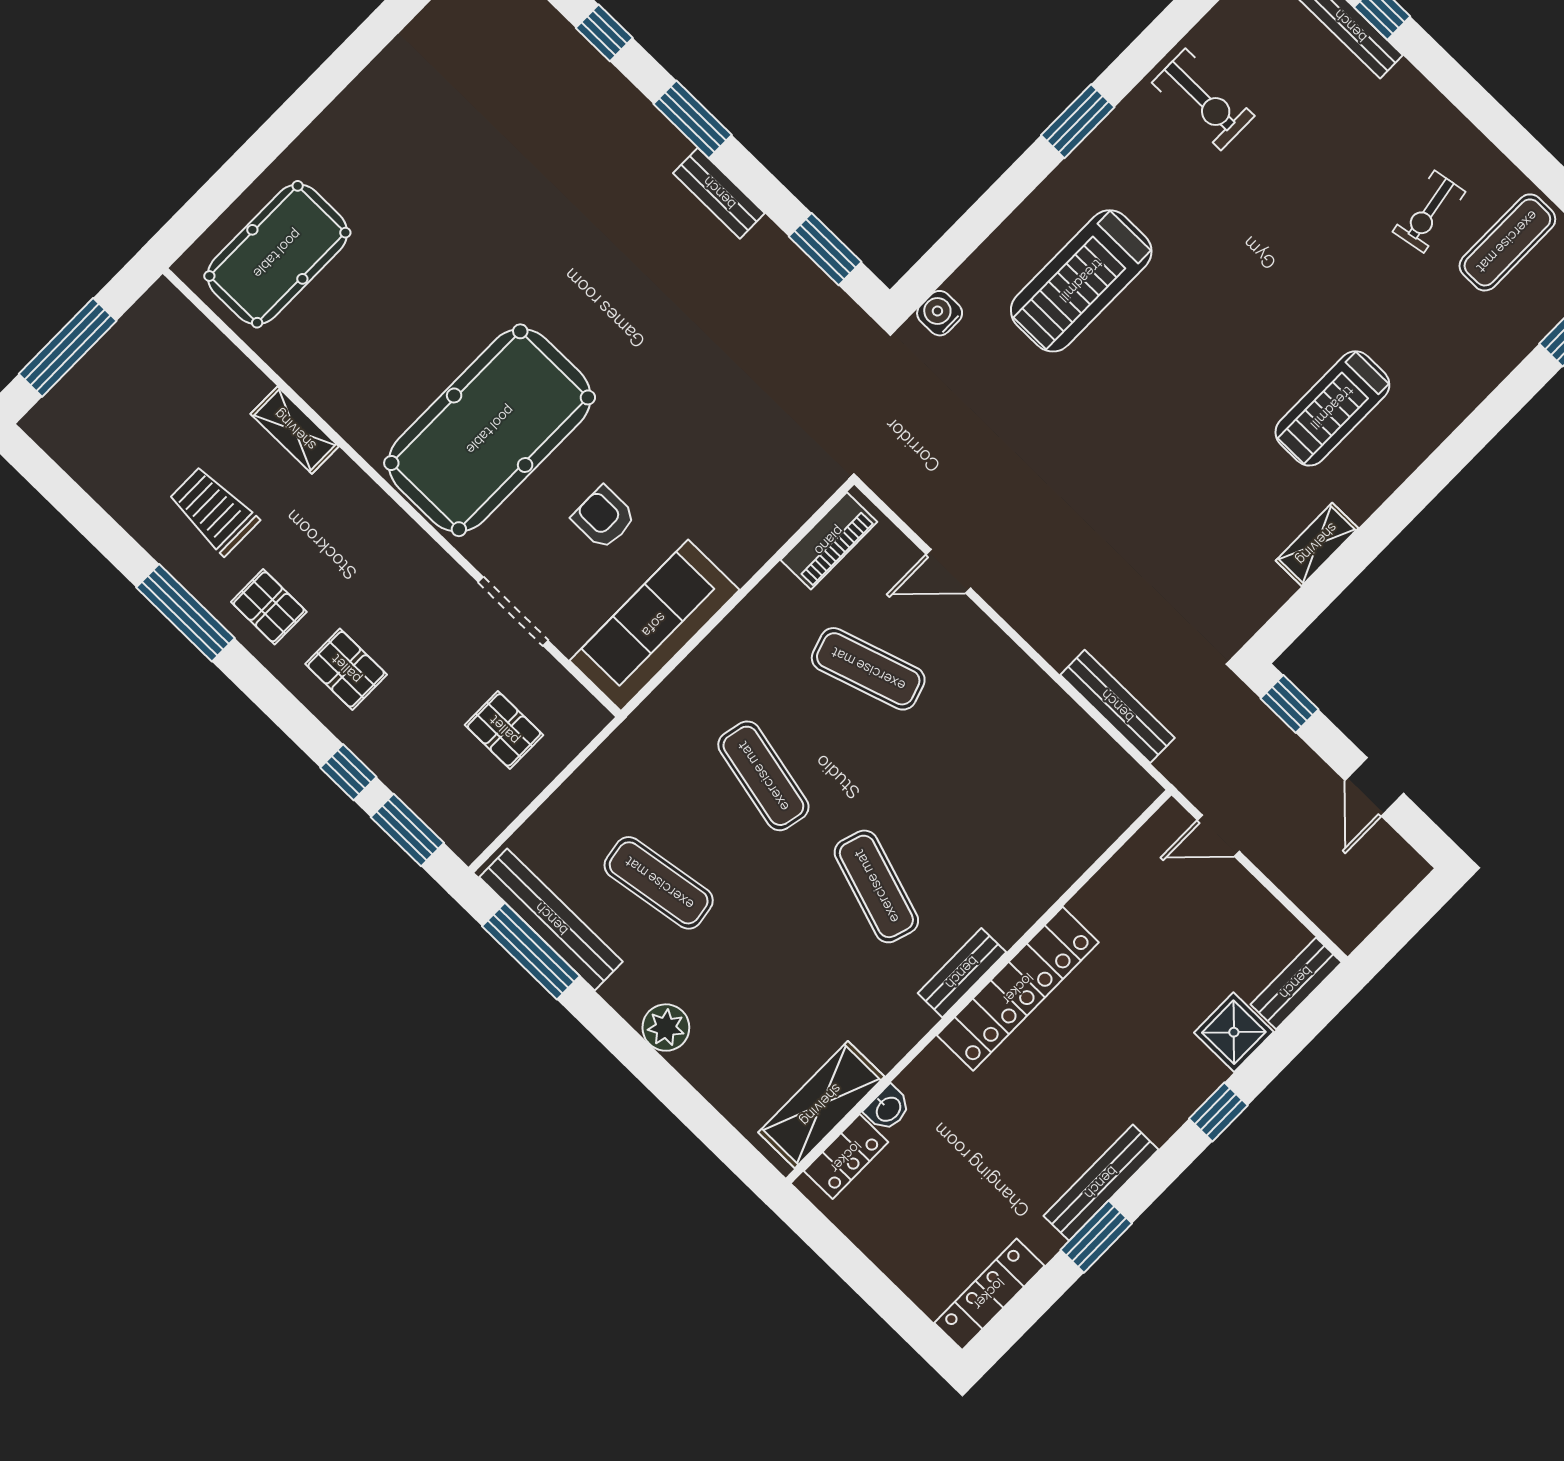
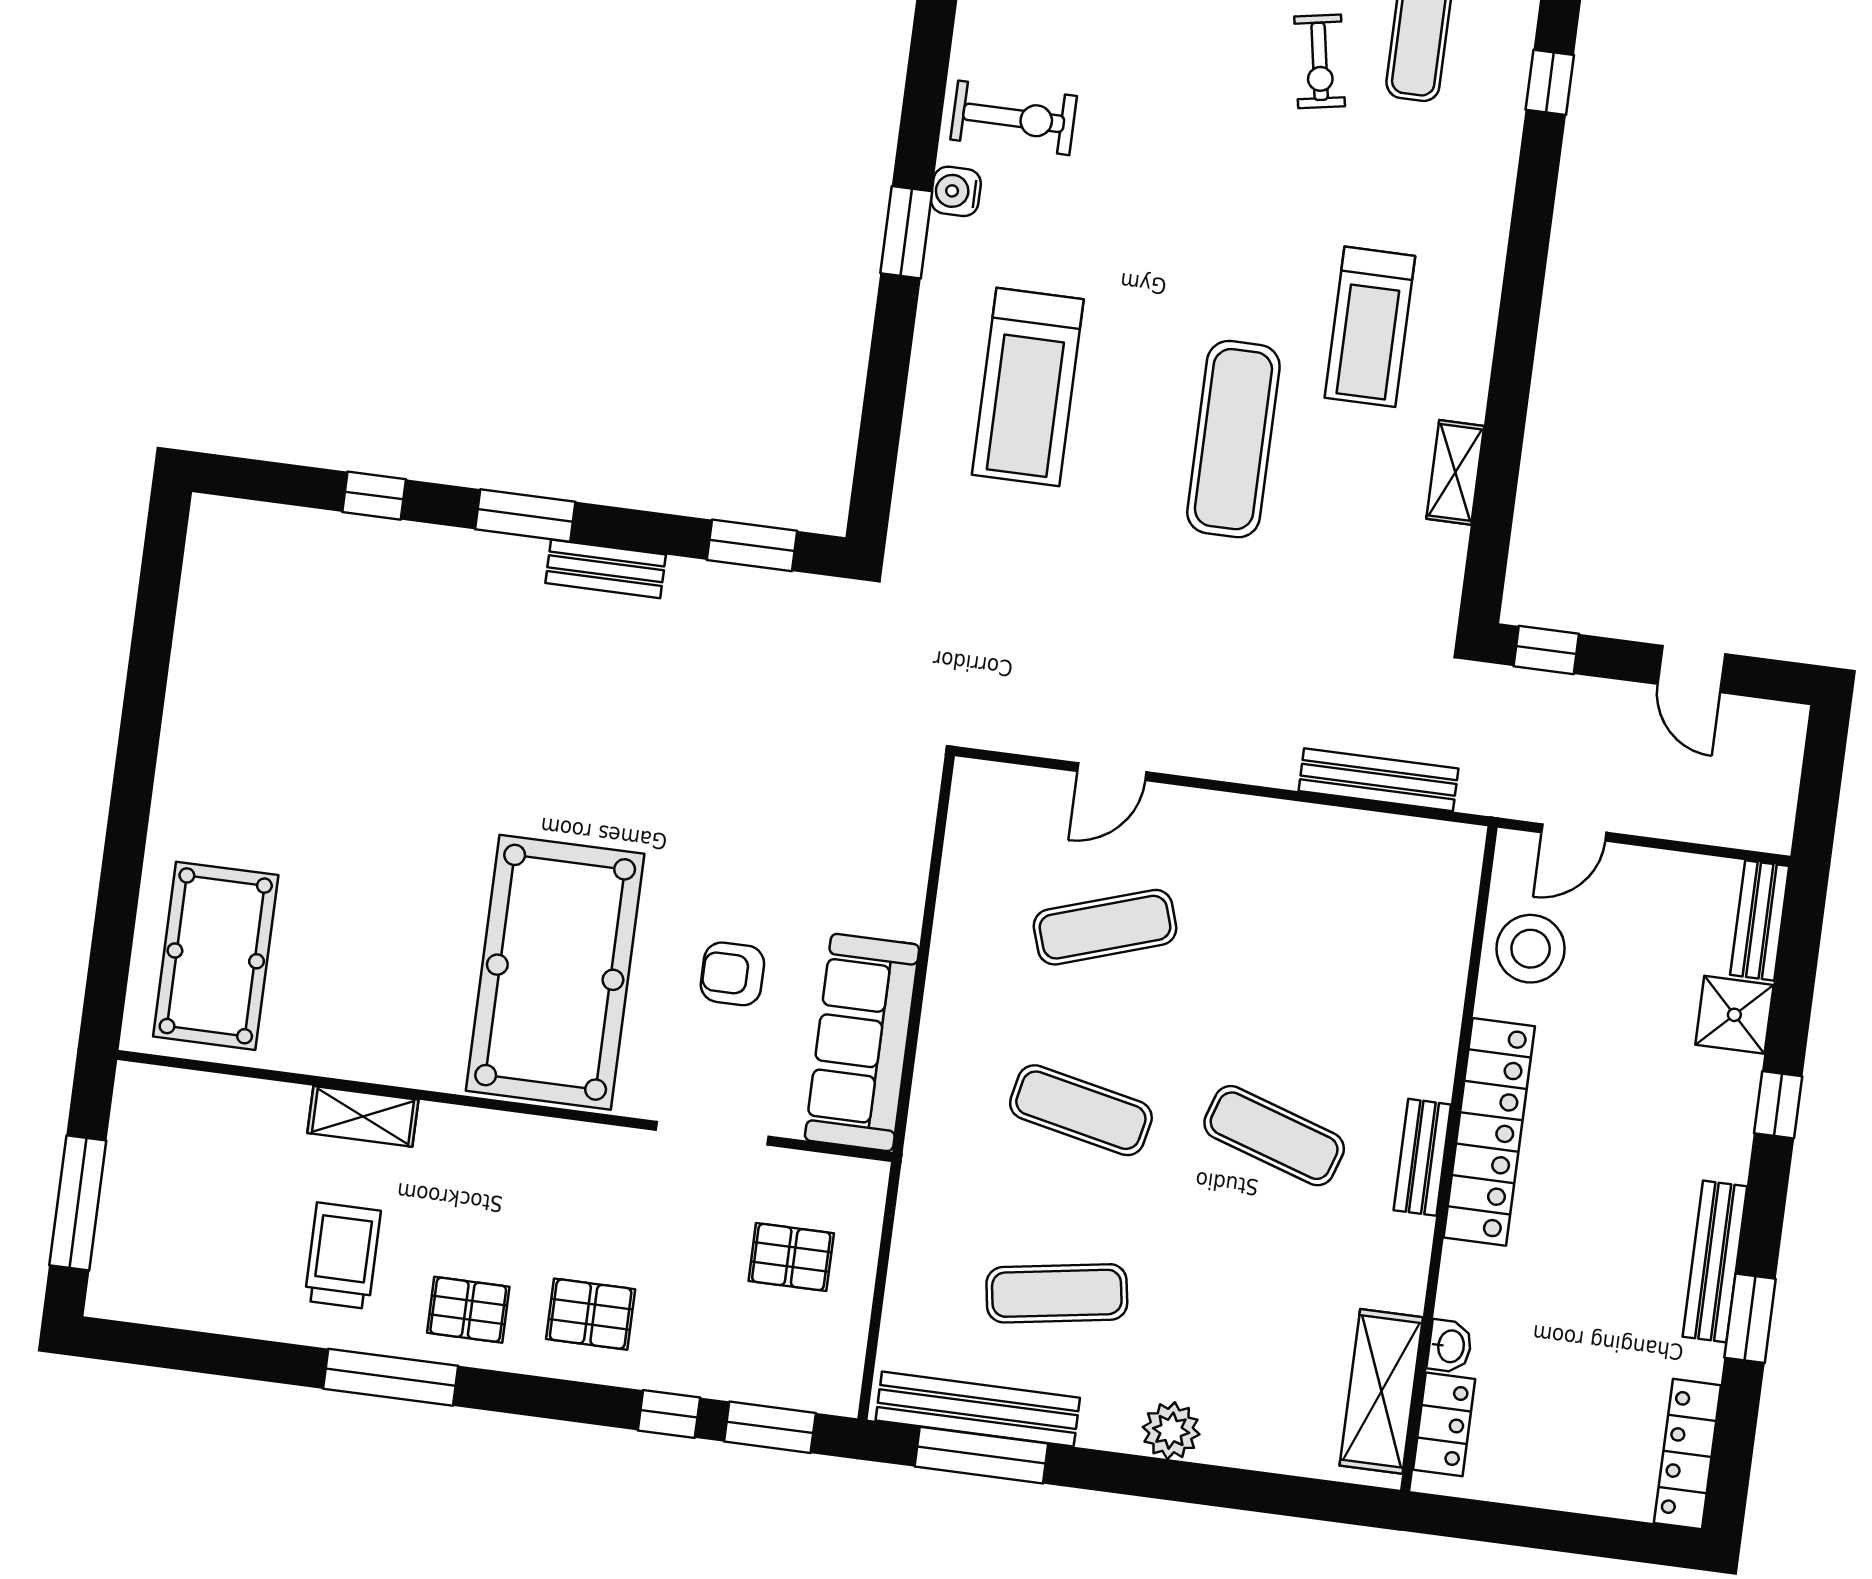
water cooler: (940, 313) -> (956, 191), moved
exercise mat: (1189, 415) -> (1233, 439), added
trolley: (214, 511) -> (343, 1256), turned 90
piano: (829, 541) -> (971, 830), removed
stool: (1134, 890) -> (1531, 949), added

